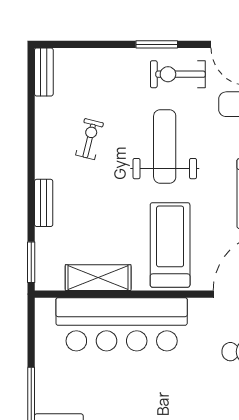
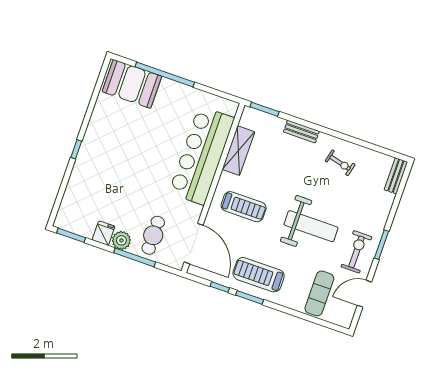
bench: (44, 72) -> (396, 176), moved, turned 90
exercise bike: (90, 139) -> (340, 163), moved
treadmill: (170, 245) -> (244, 207), width x0.73, depth x0.73

